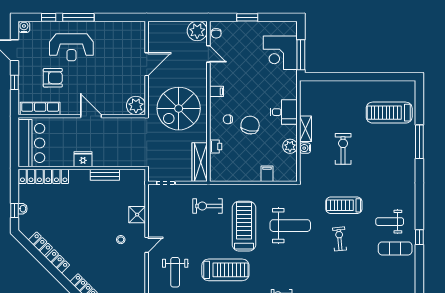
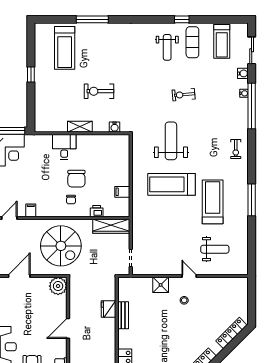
door: (147, 64) -> (19, 276), hinge flipped
window: (361, 77) -> (31, 74), added
filing cabinet: (216, 91) -> (31, 210), moved
chair: (250, 125) -> (76, 179), turned -100
plant: (290, 146) -> (96, 141), removed
water cooler: (305, 148) -> (115, 127), moved
fridge: (83, 159) -> (108, 309), moved
filing cabinet: (267, 174) -> (122, 192), moved
treadmill: (344, 205) -> (222, 41), moved
exercise bike: (208, 206) -> (153, 219), removed

